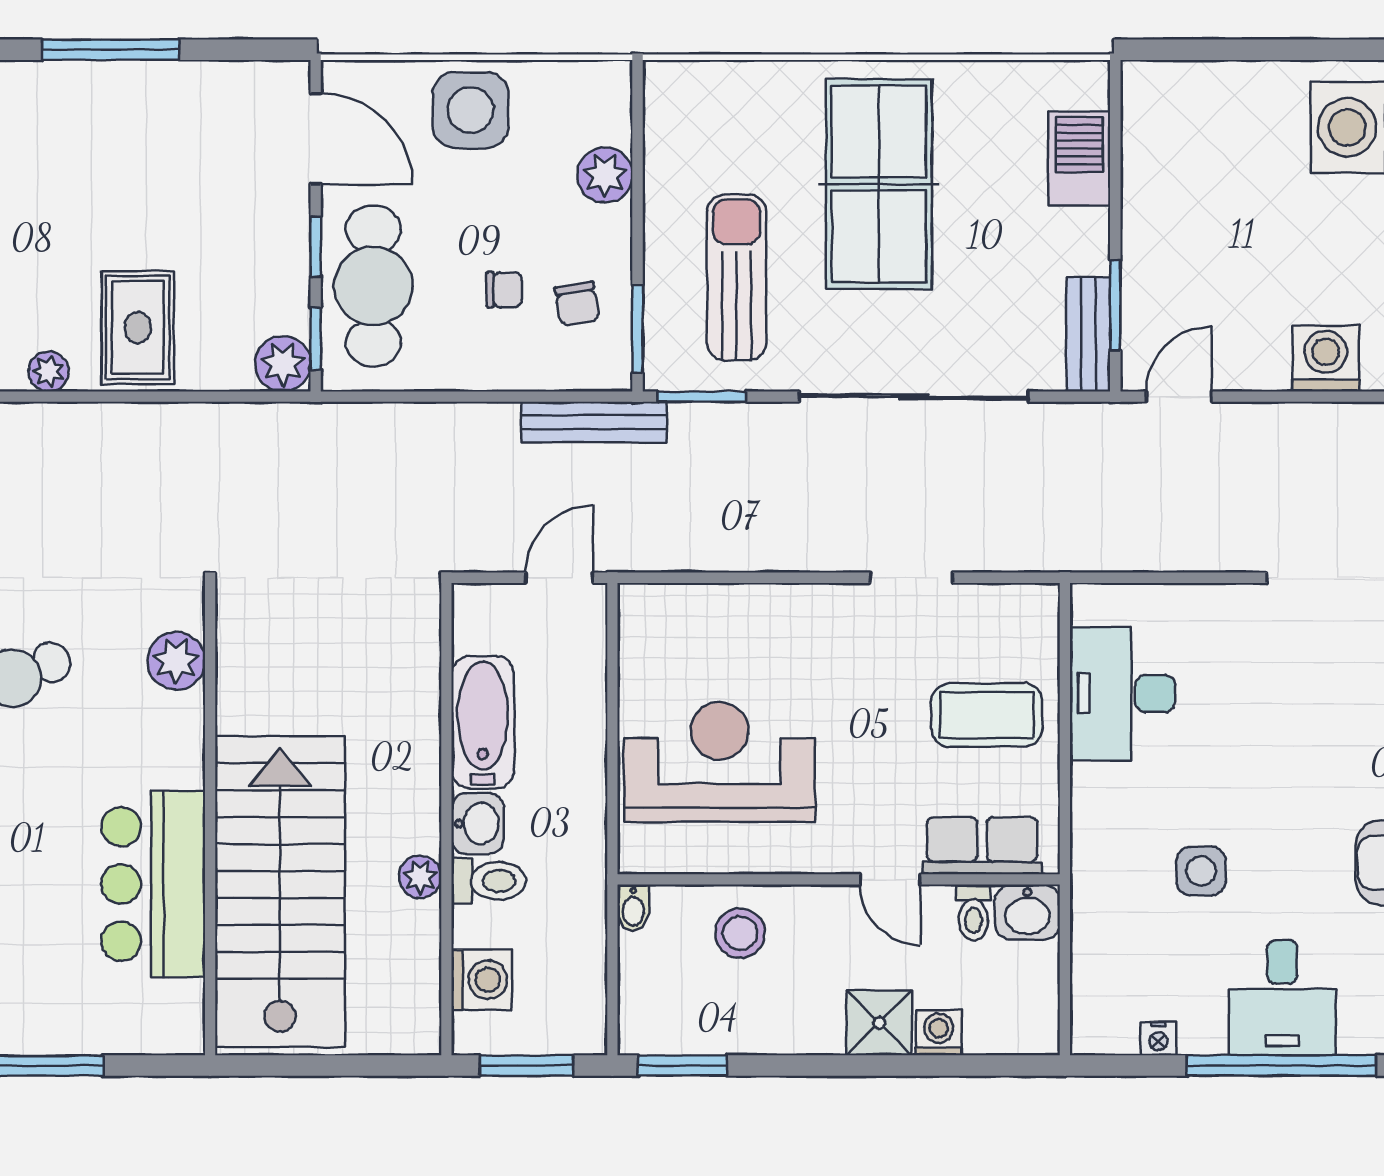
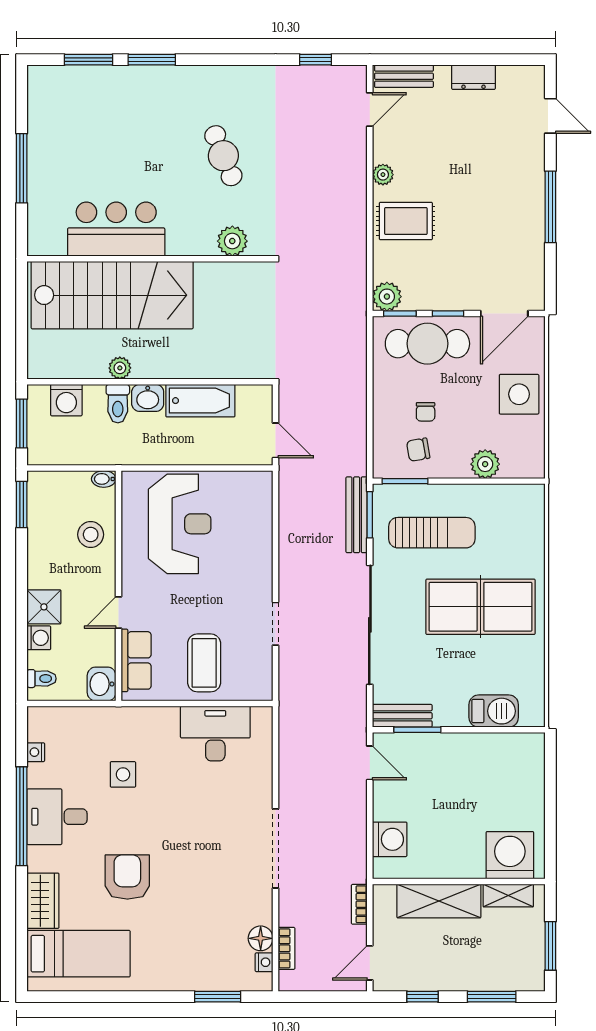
bench: (594, 422) -> (357, 515), moved
toilet: (973, 913) -> (42, 679), moved, turned 180

